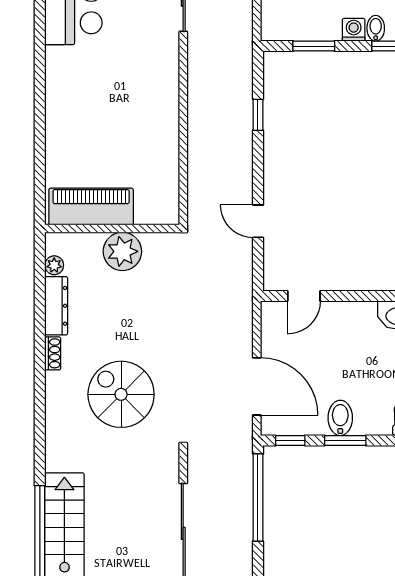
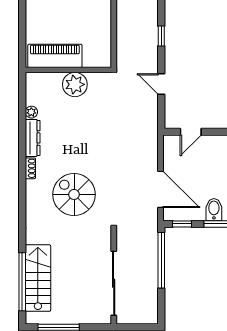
window: (258, 115) -> (161, 36), moved
piano: (91, 207) -> (55, 56), moved
wall: (112, 229) -> (68, 70), moved
plant: (122, 251) -> (75, 84), moved

